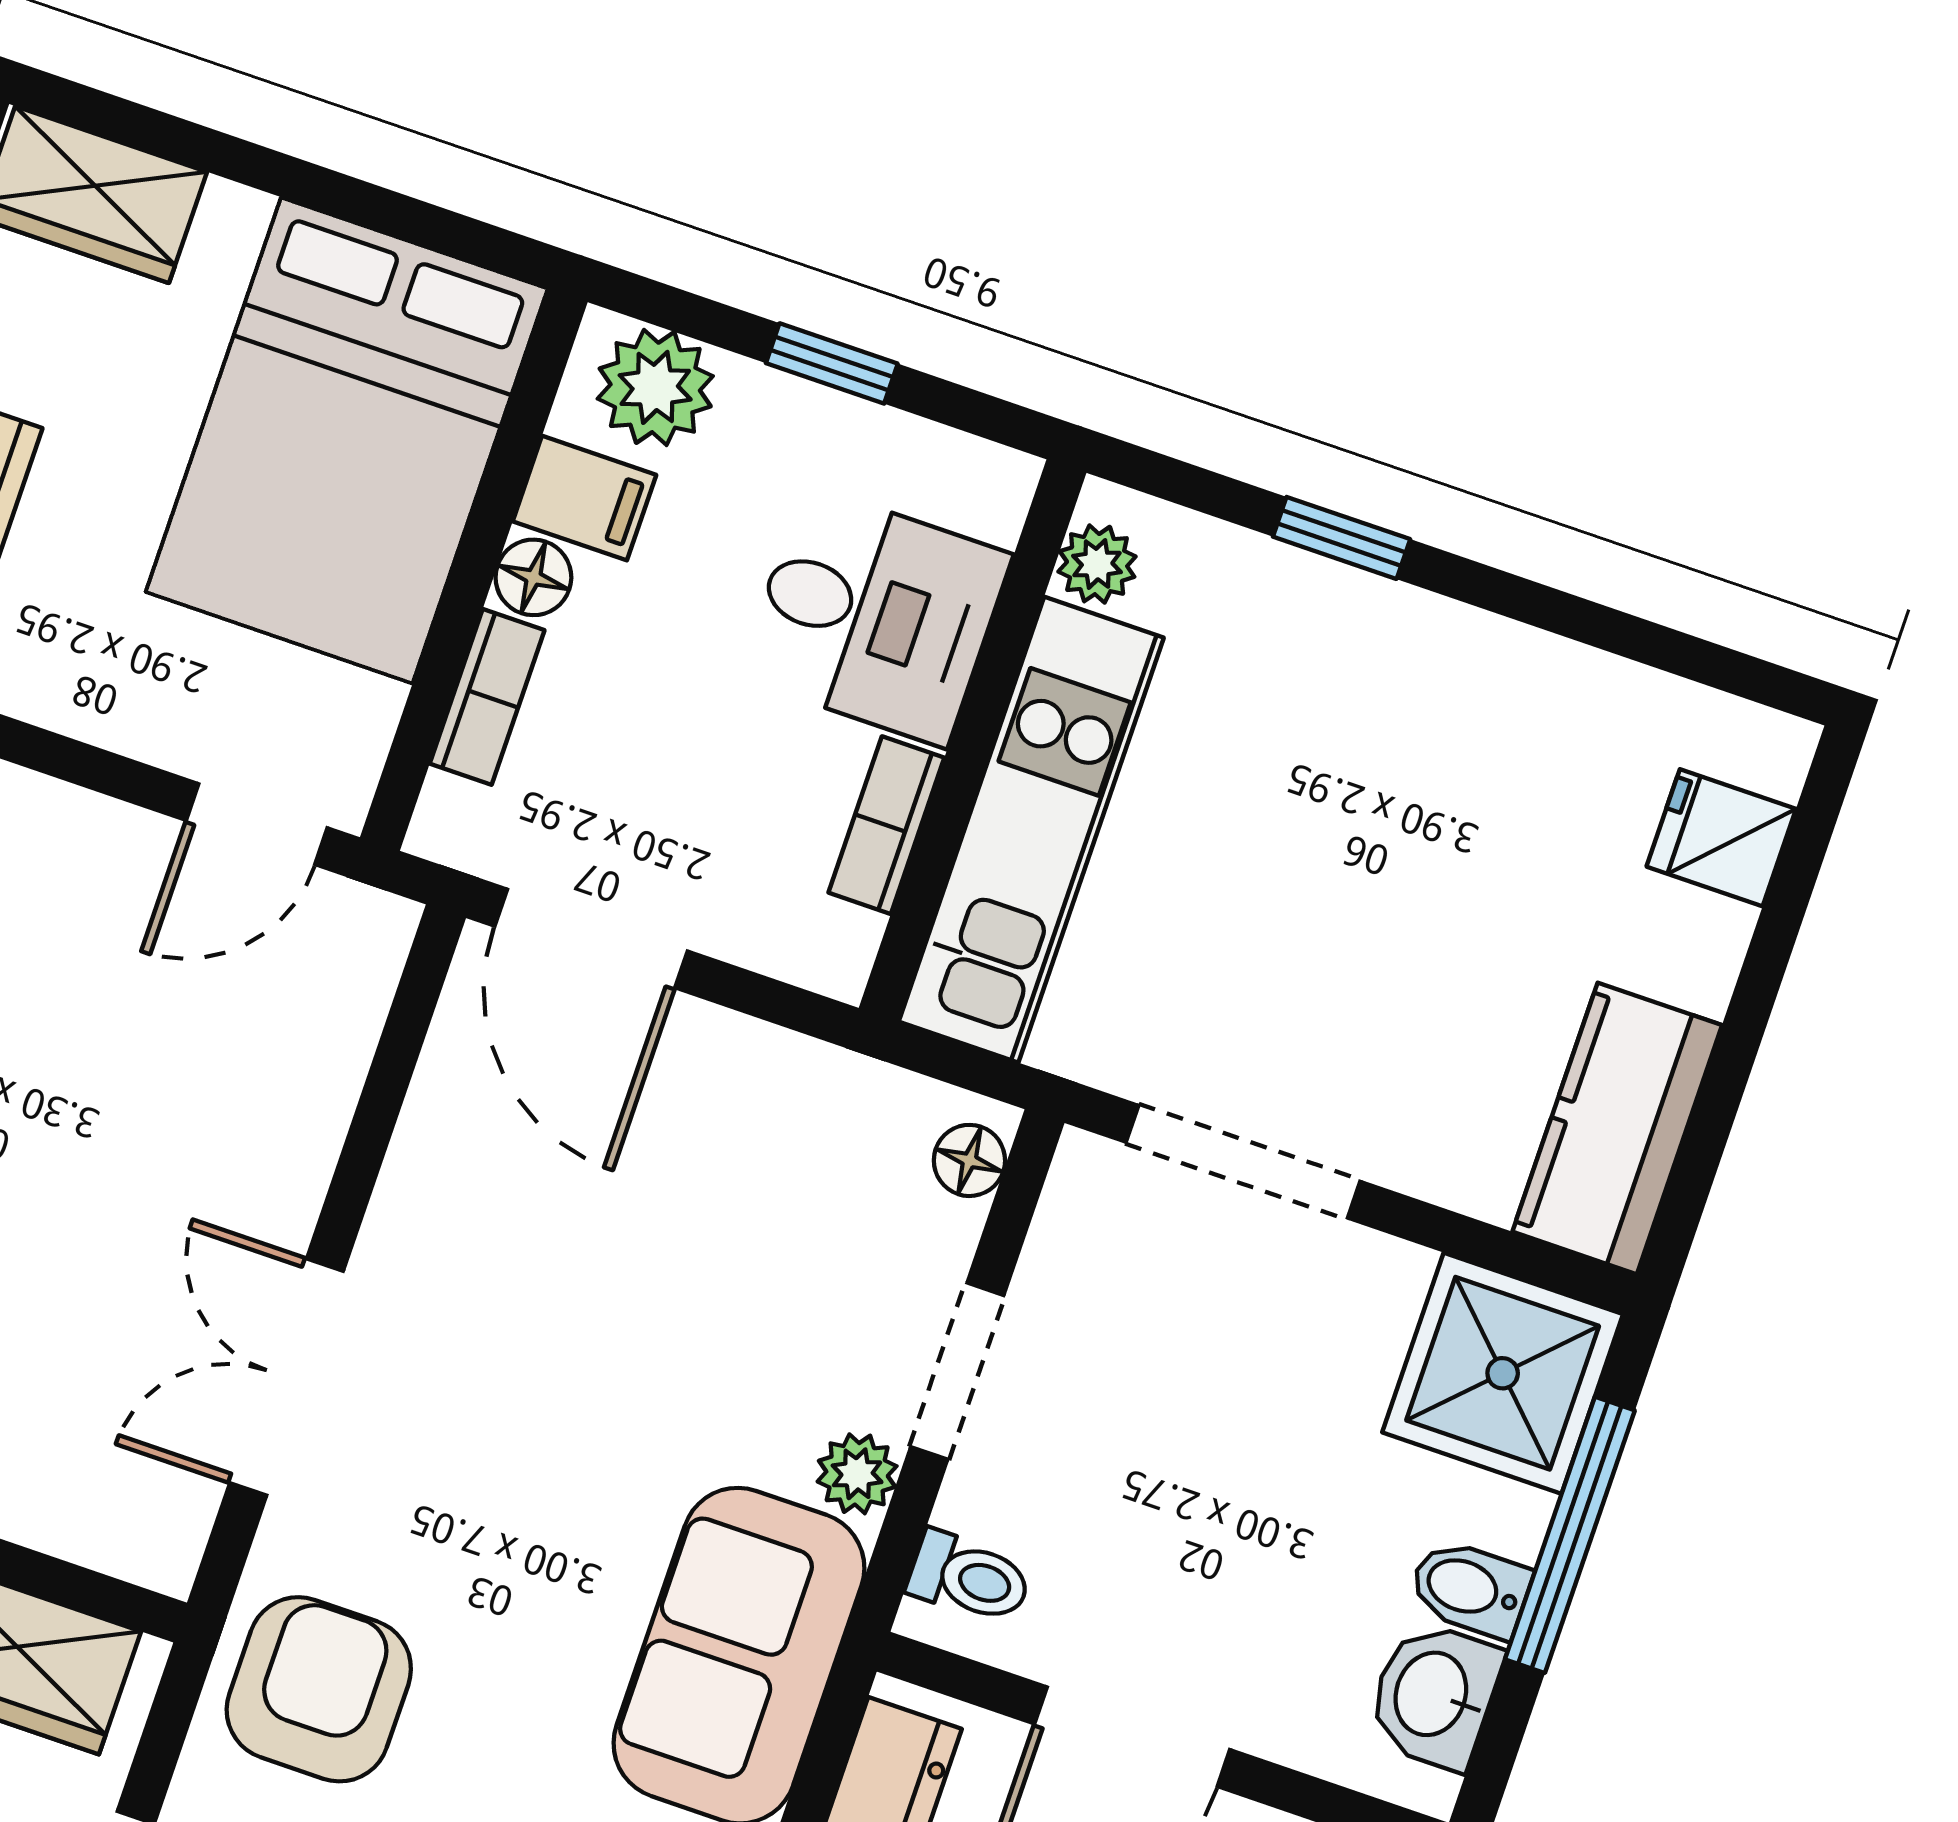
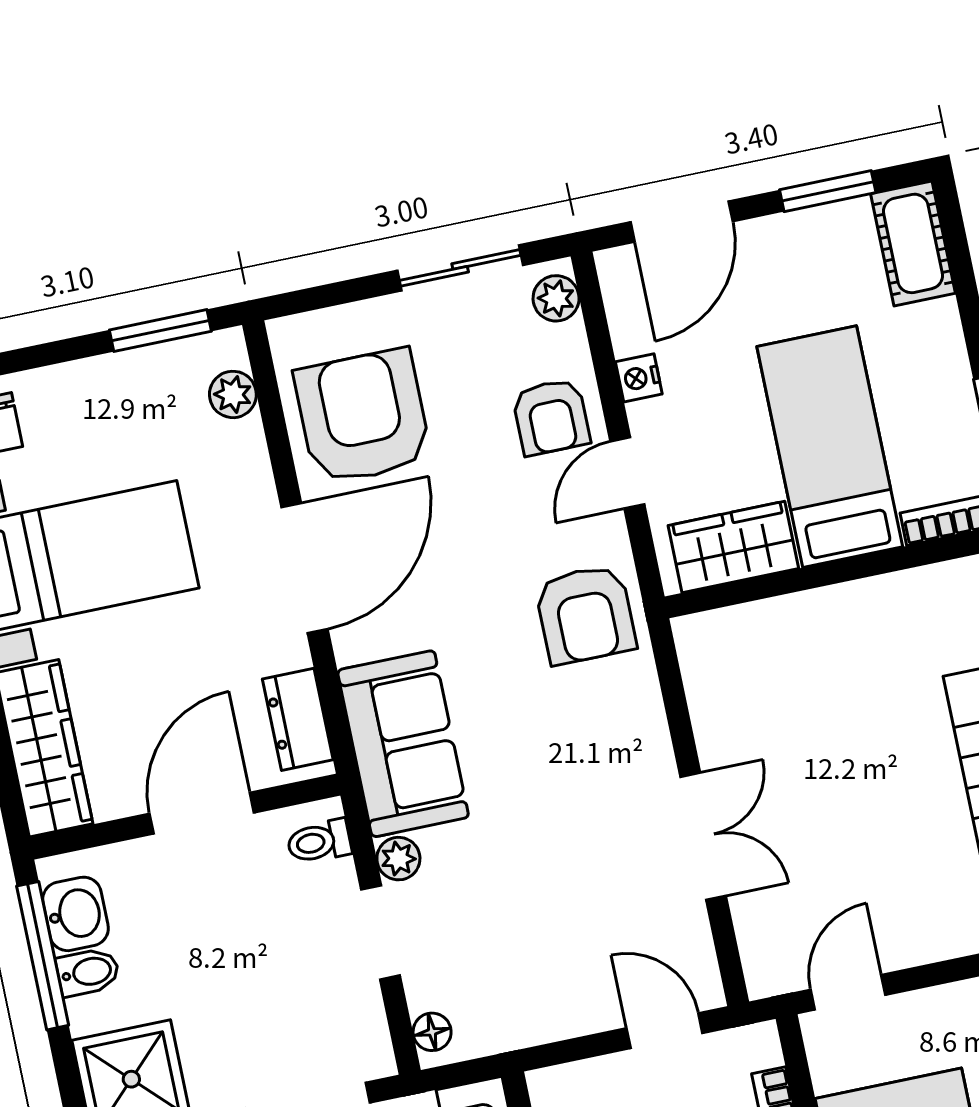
door: (591, 939) -> (665, 1031), width x0.73
double door: (287, 1377) -> (703, 836), moved
window: (1570, 1535) -> (43, 956), moved

